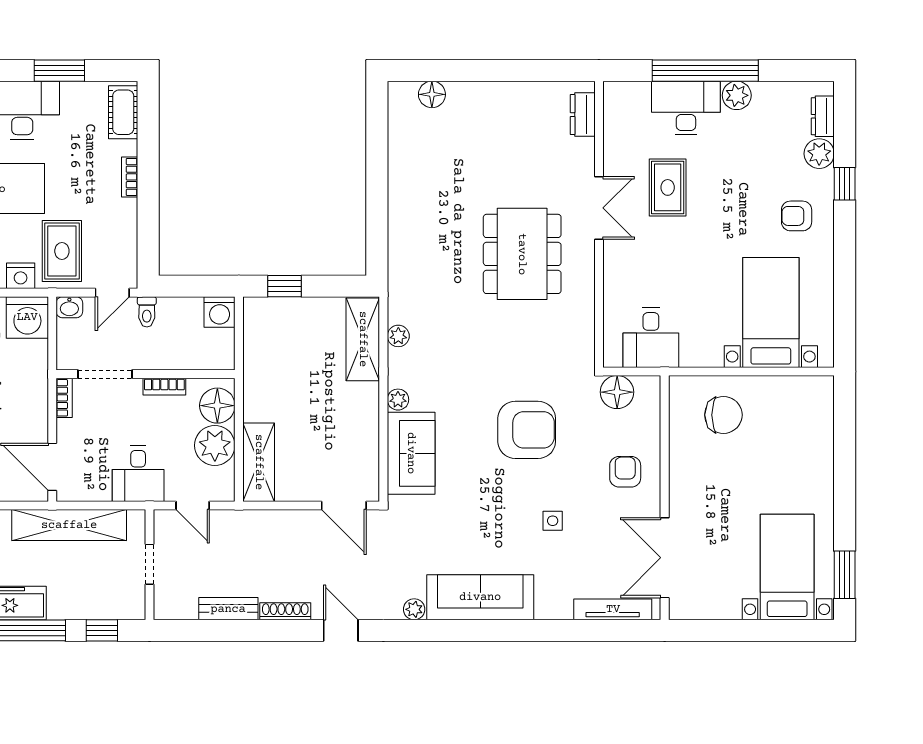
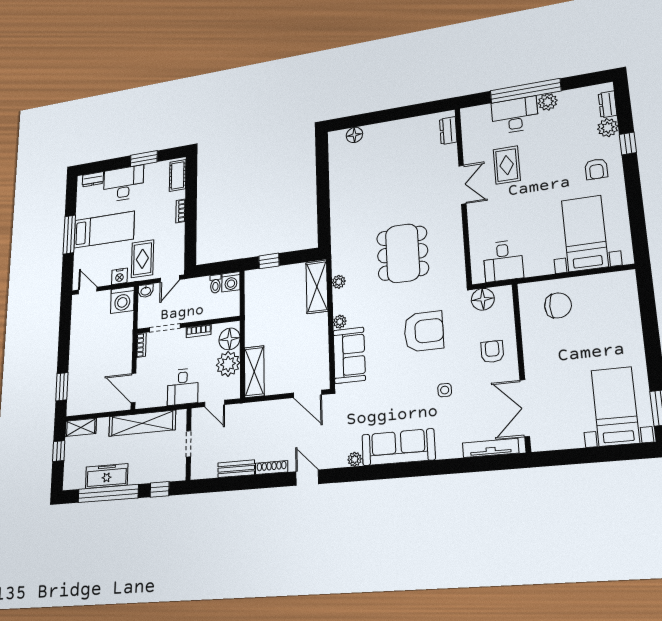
armchair: (797, 216) -> (596, 169), turned -90
dining table: (522, 254) -> (403, 253), moved
toilet: (147, 312) -> (215, 284), moved

